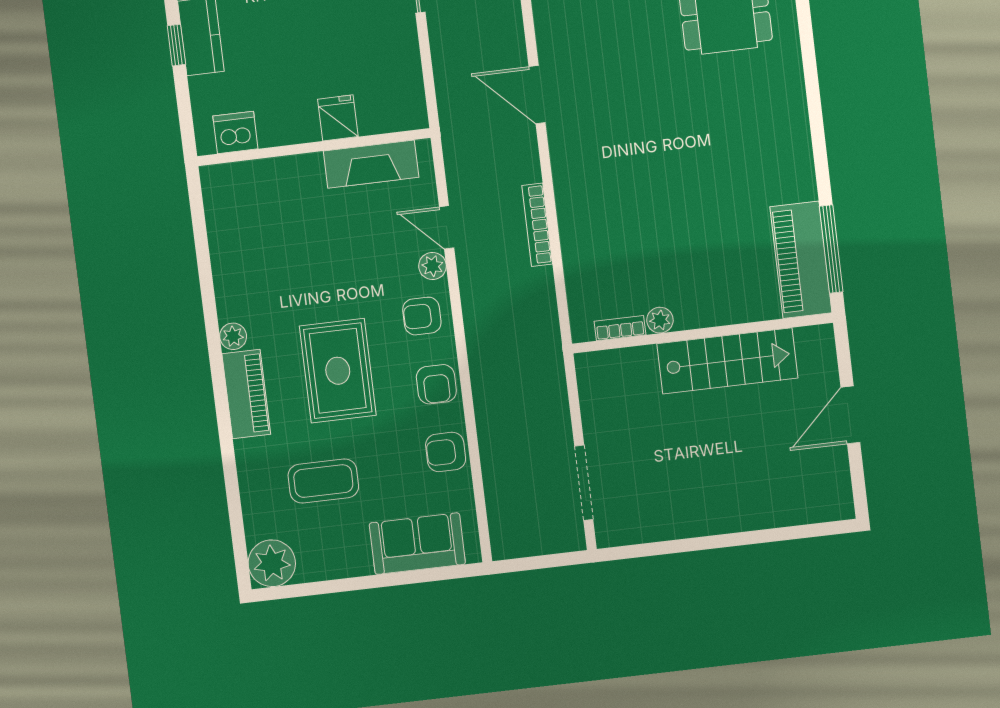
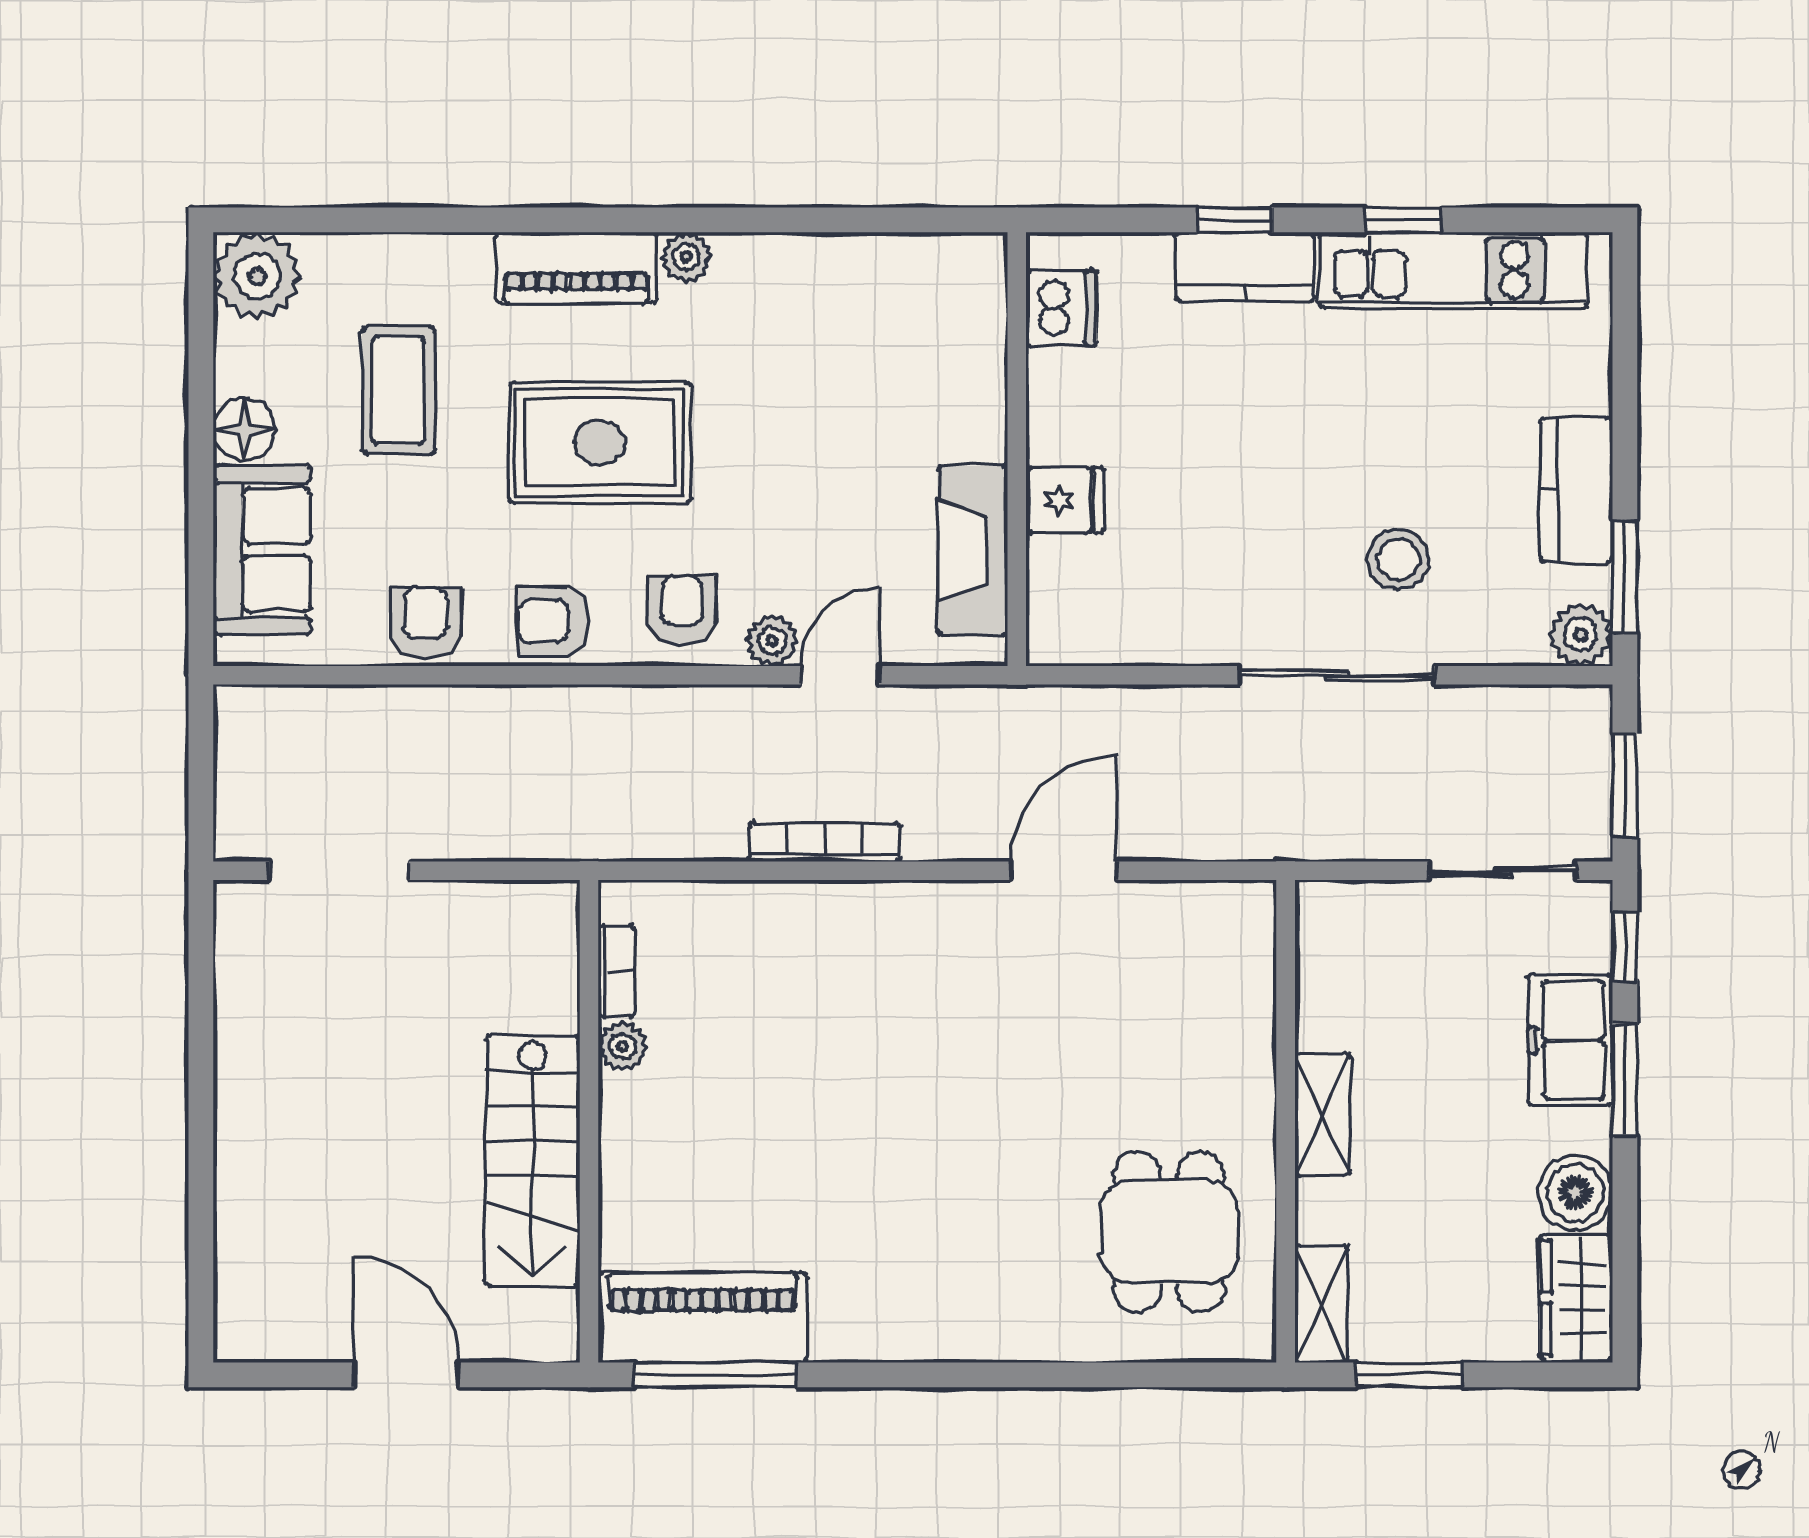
floor lamp: (354, 560) -> (245, 429), added

